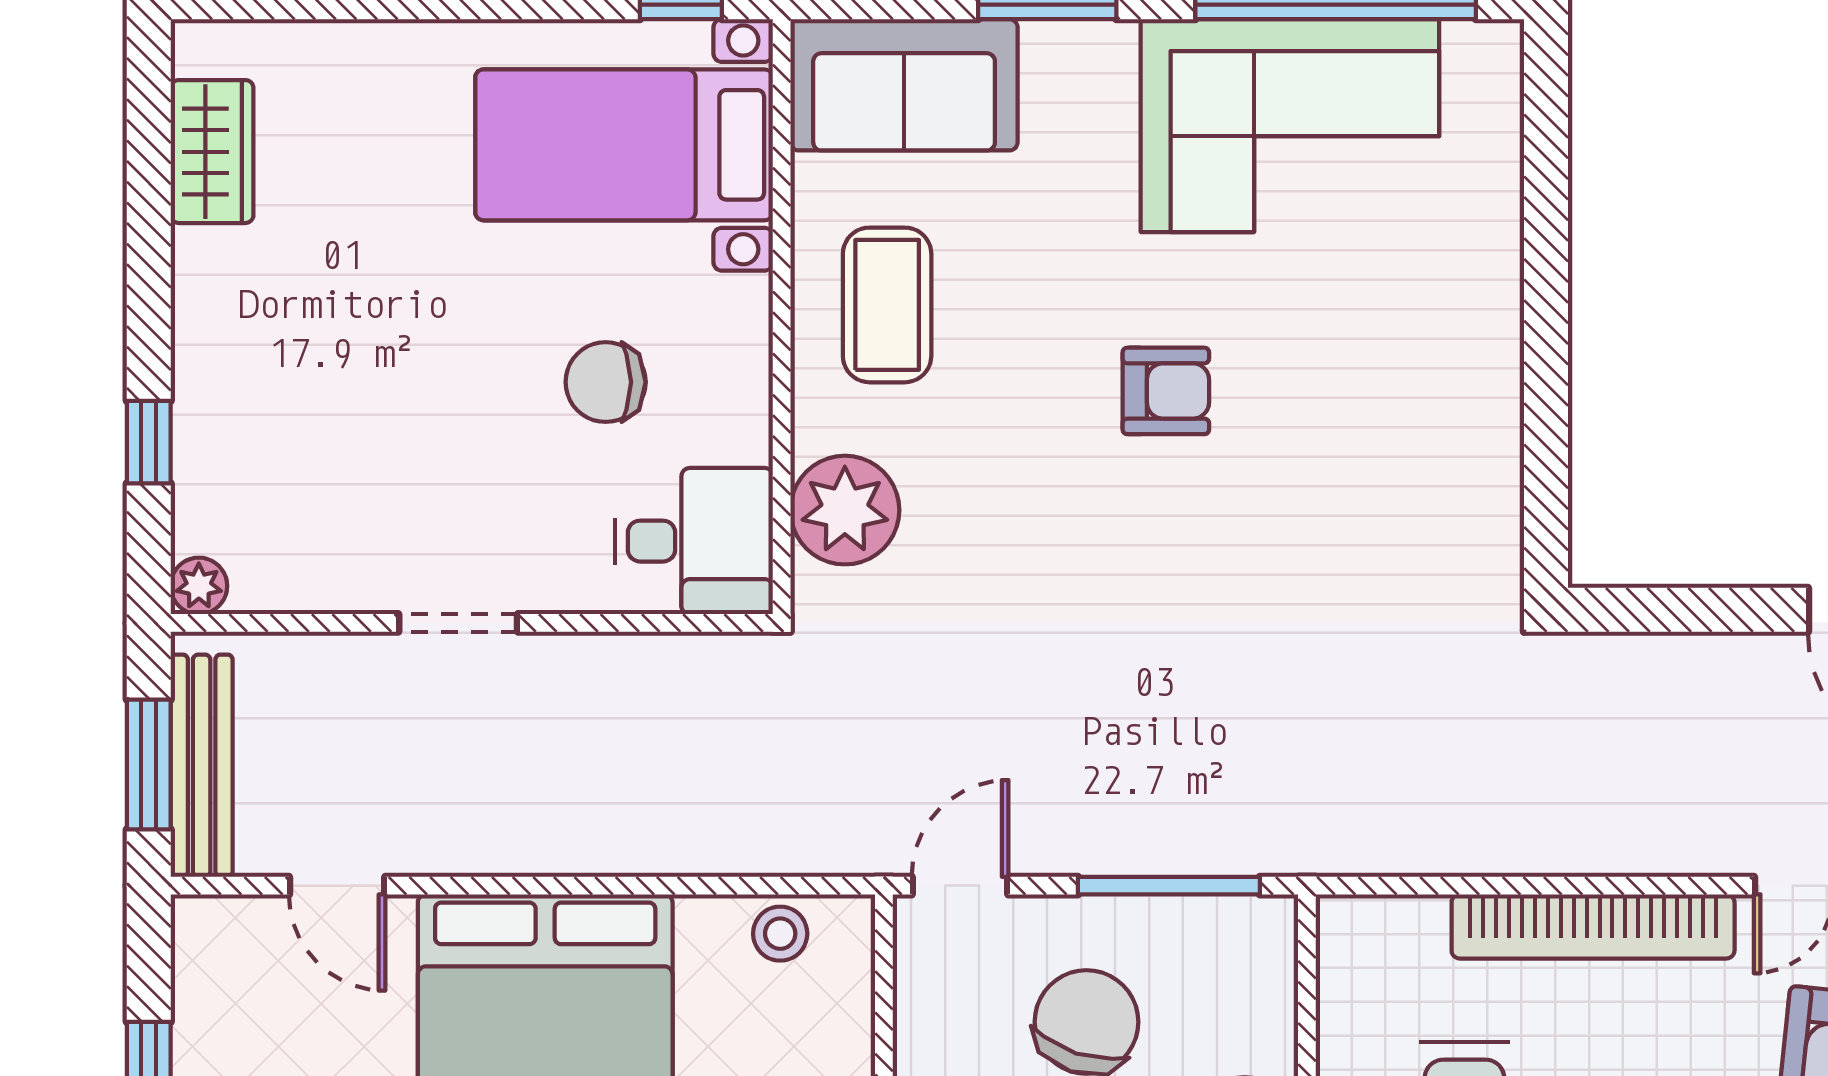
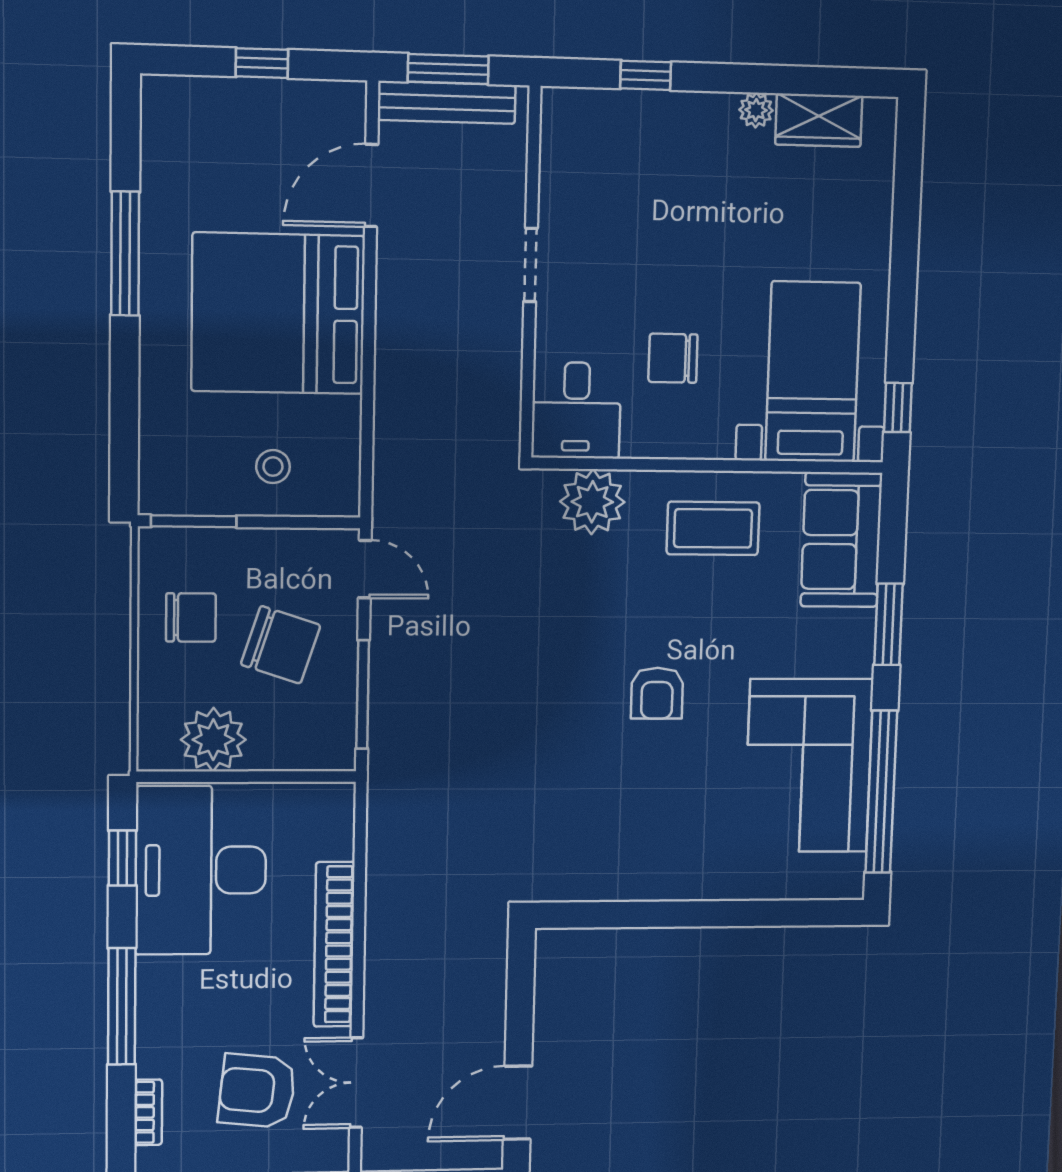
chair: (606, 382) -> (673, 358), turned -90
plant: (199, 586) -> (756, 110), moved
door: (337, 886) -> (371, 186), width x1.38
stool: (780, 934) -> (273, 467), moved

